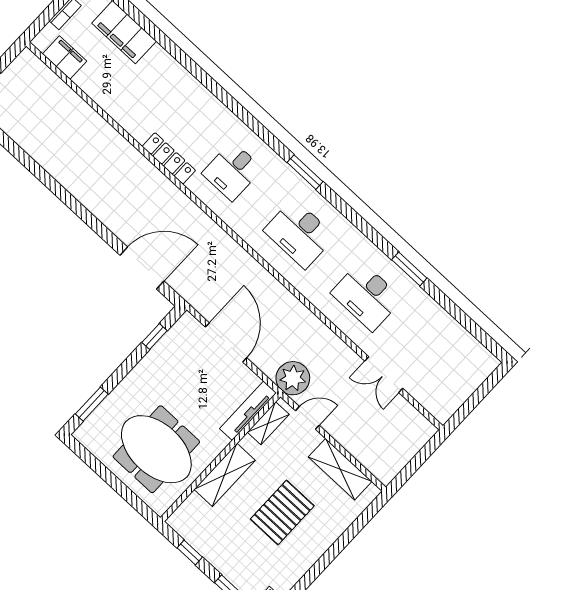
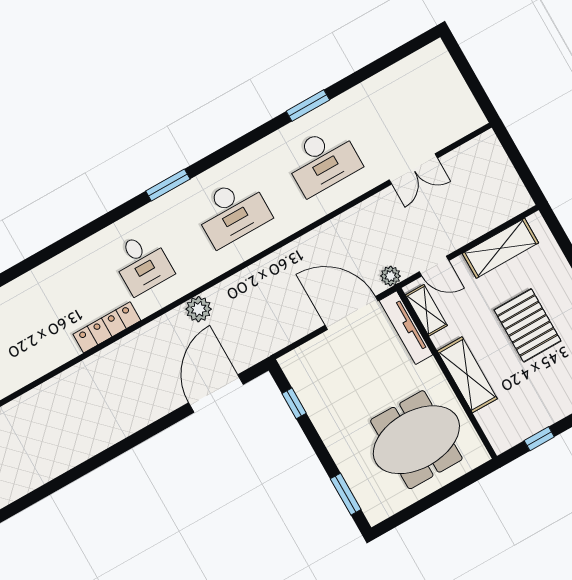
plant: (209, 231) -> (199, 309), added
door: (226, 342) -> (352, 313), moved
plant: (293, 378) -> (391, 276), width x0.53, depth x0.53
door: (307, 418) -> (434, 266), swing flipped

